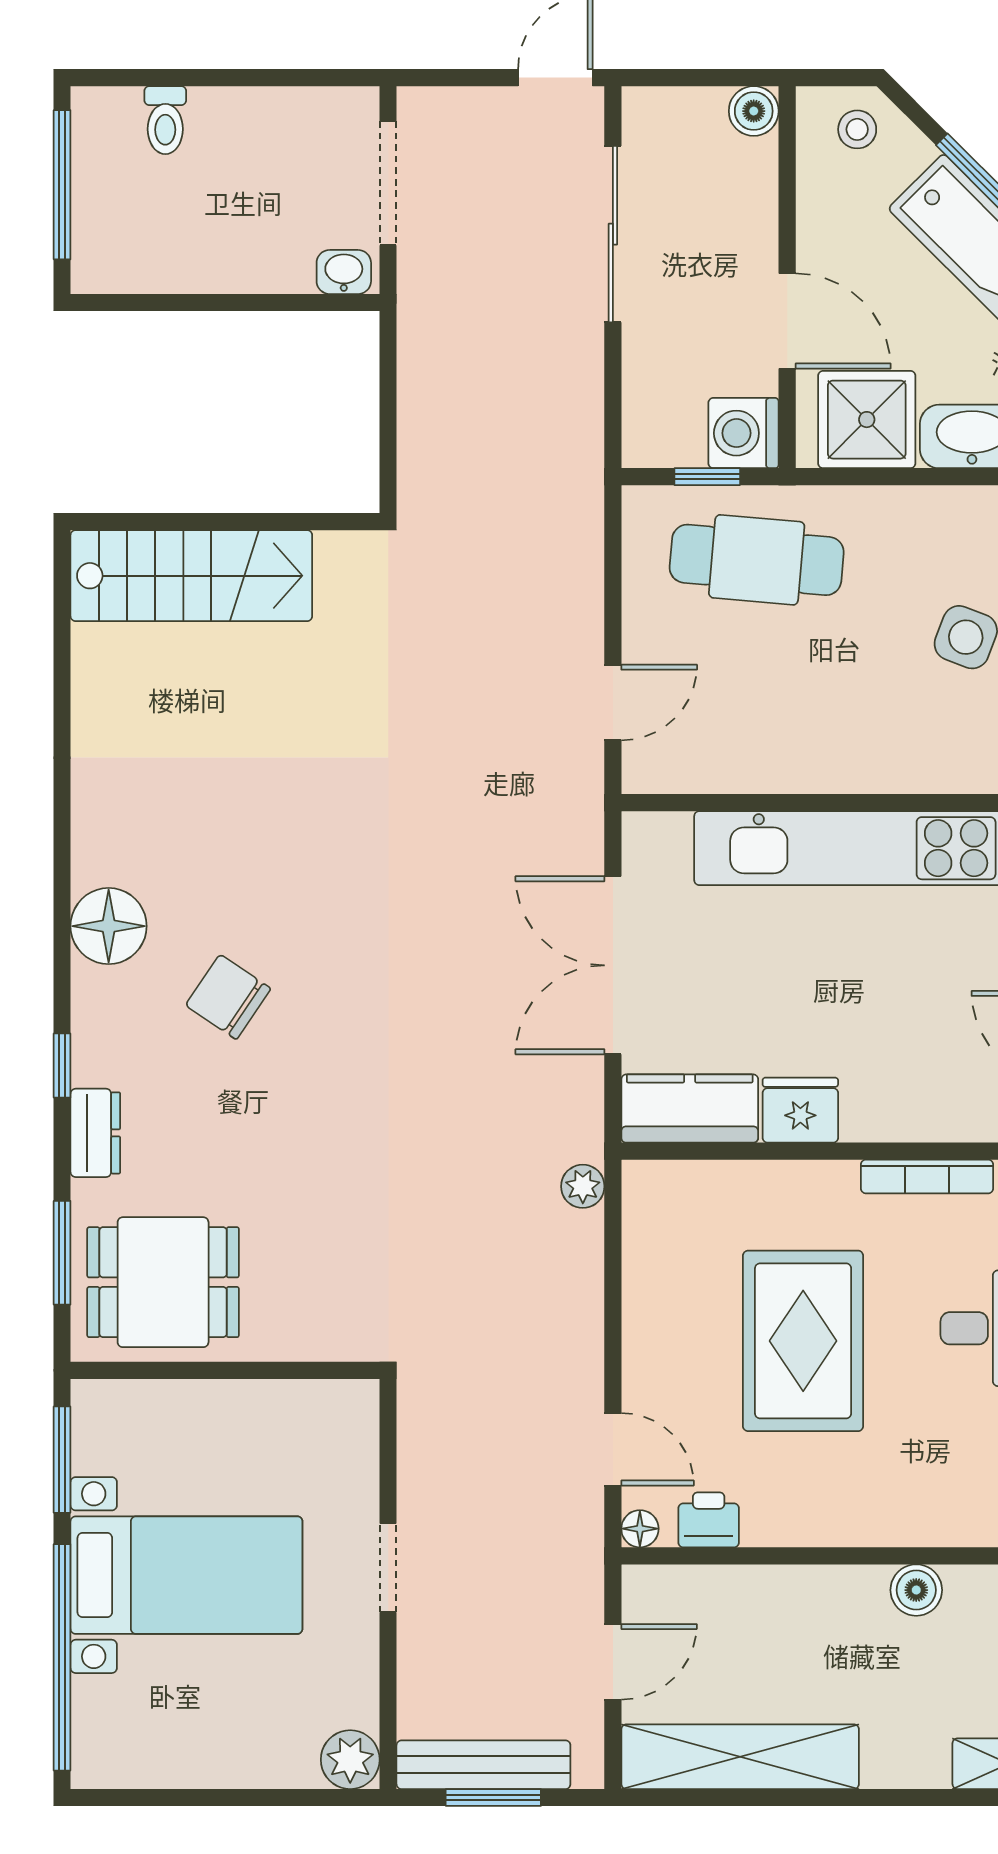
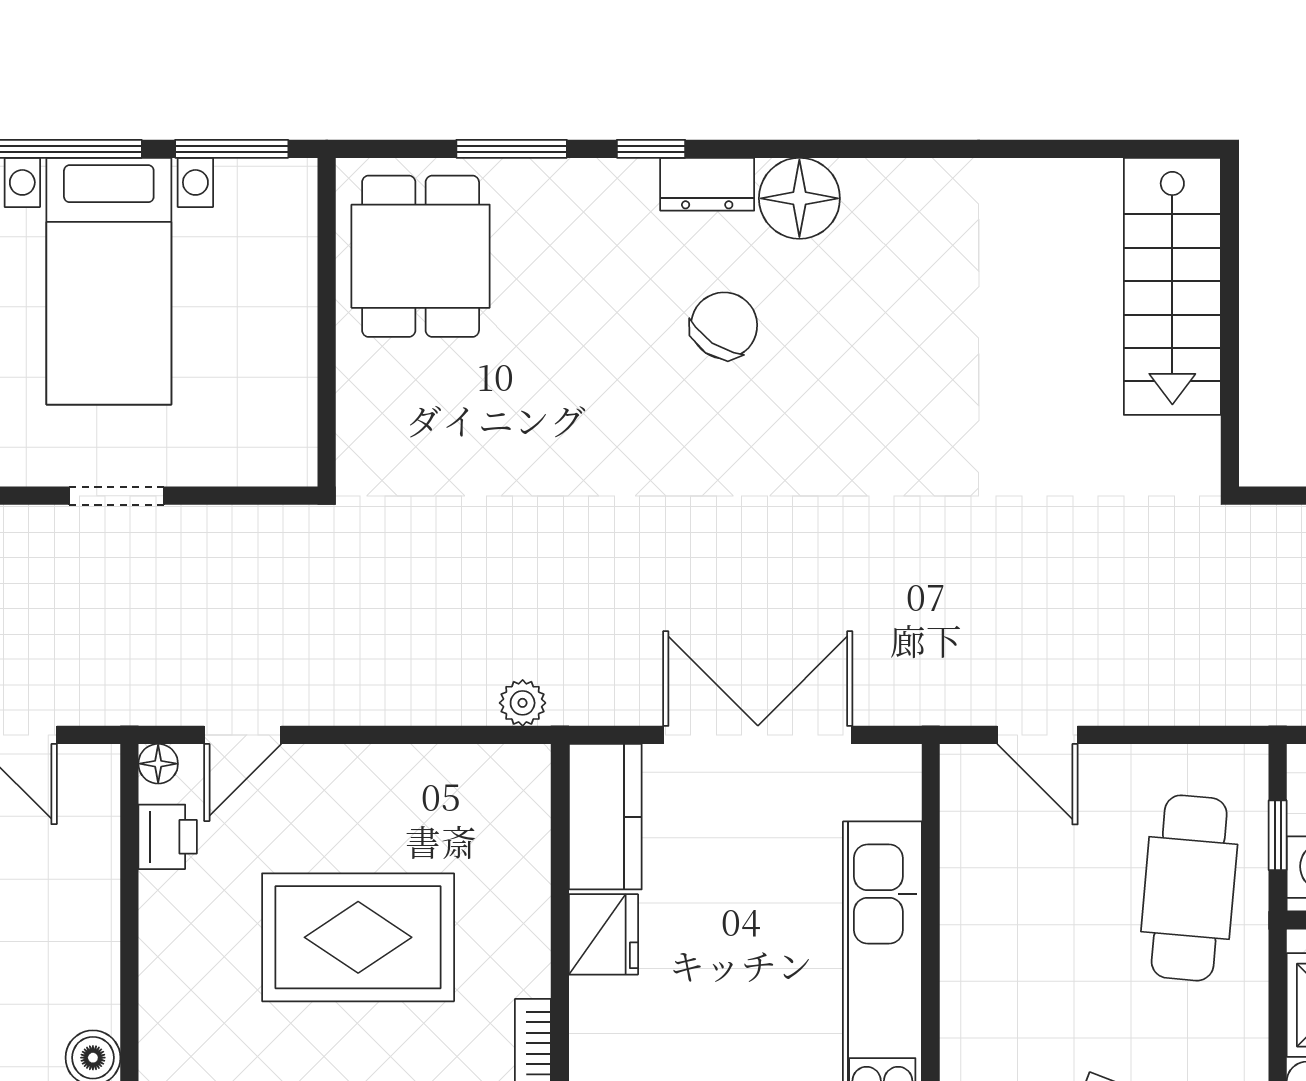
dresser: (95, 1133) -> (707, 184), moved
window: (62, 1253) -> (512, 149), moved

